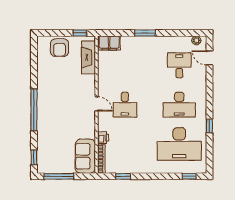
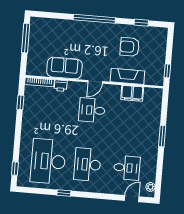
filing cabinet: (109, 43) -> (132, 93), moved, turned -90
armchair: (60, 48) -> (130, 47), moved
fireplace: (88, 57) -> (127, 76), moved
sofa: (85, 156) -> (64, 68), moved
window: (34, 157) -> (141, 23), moved

